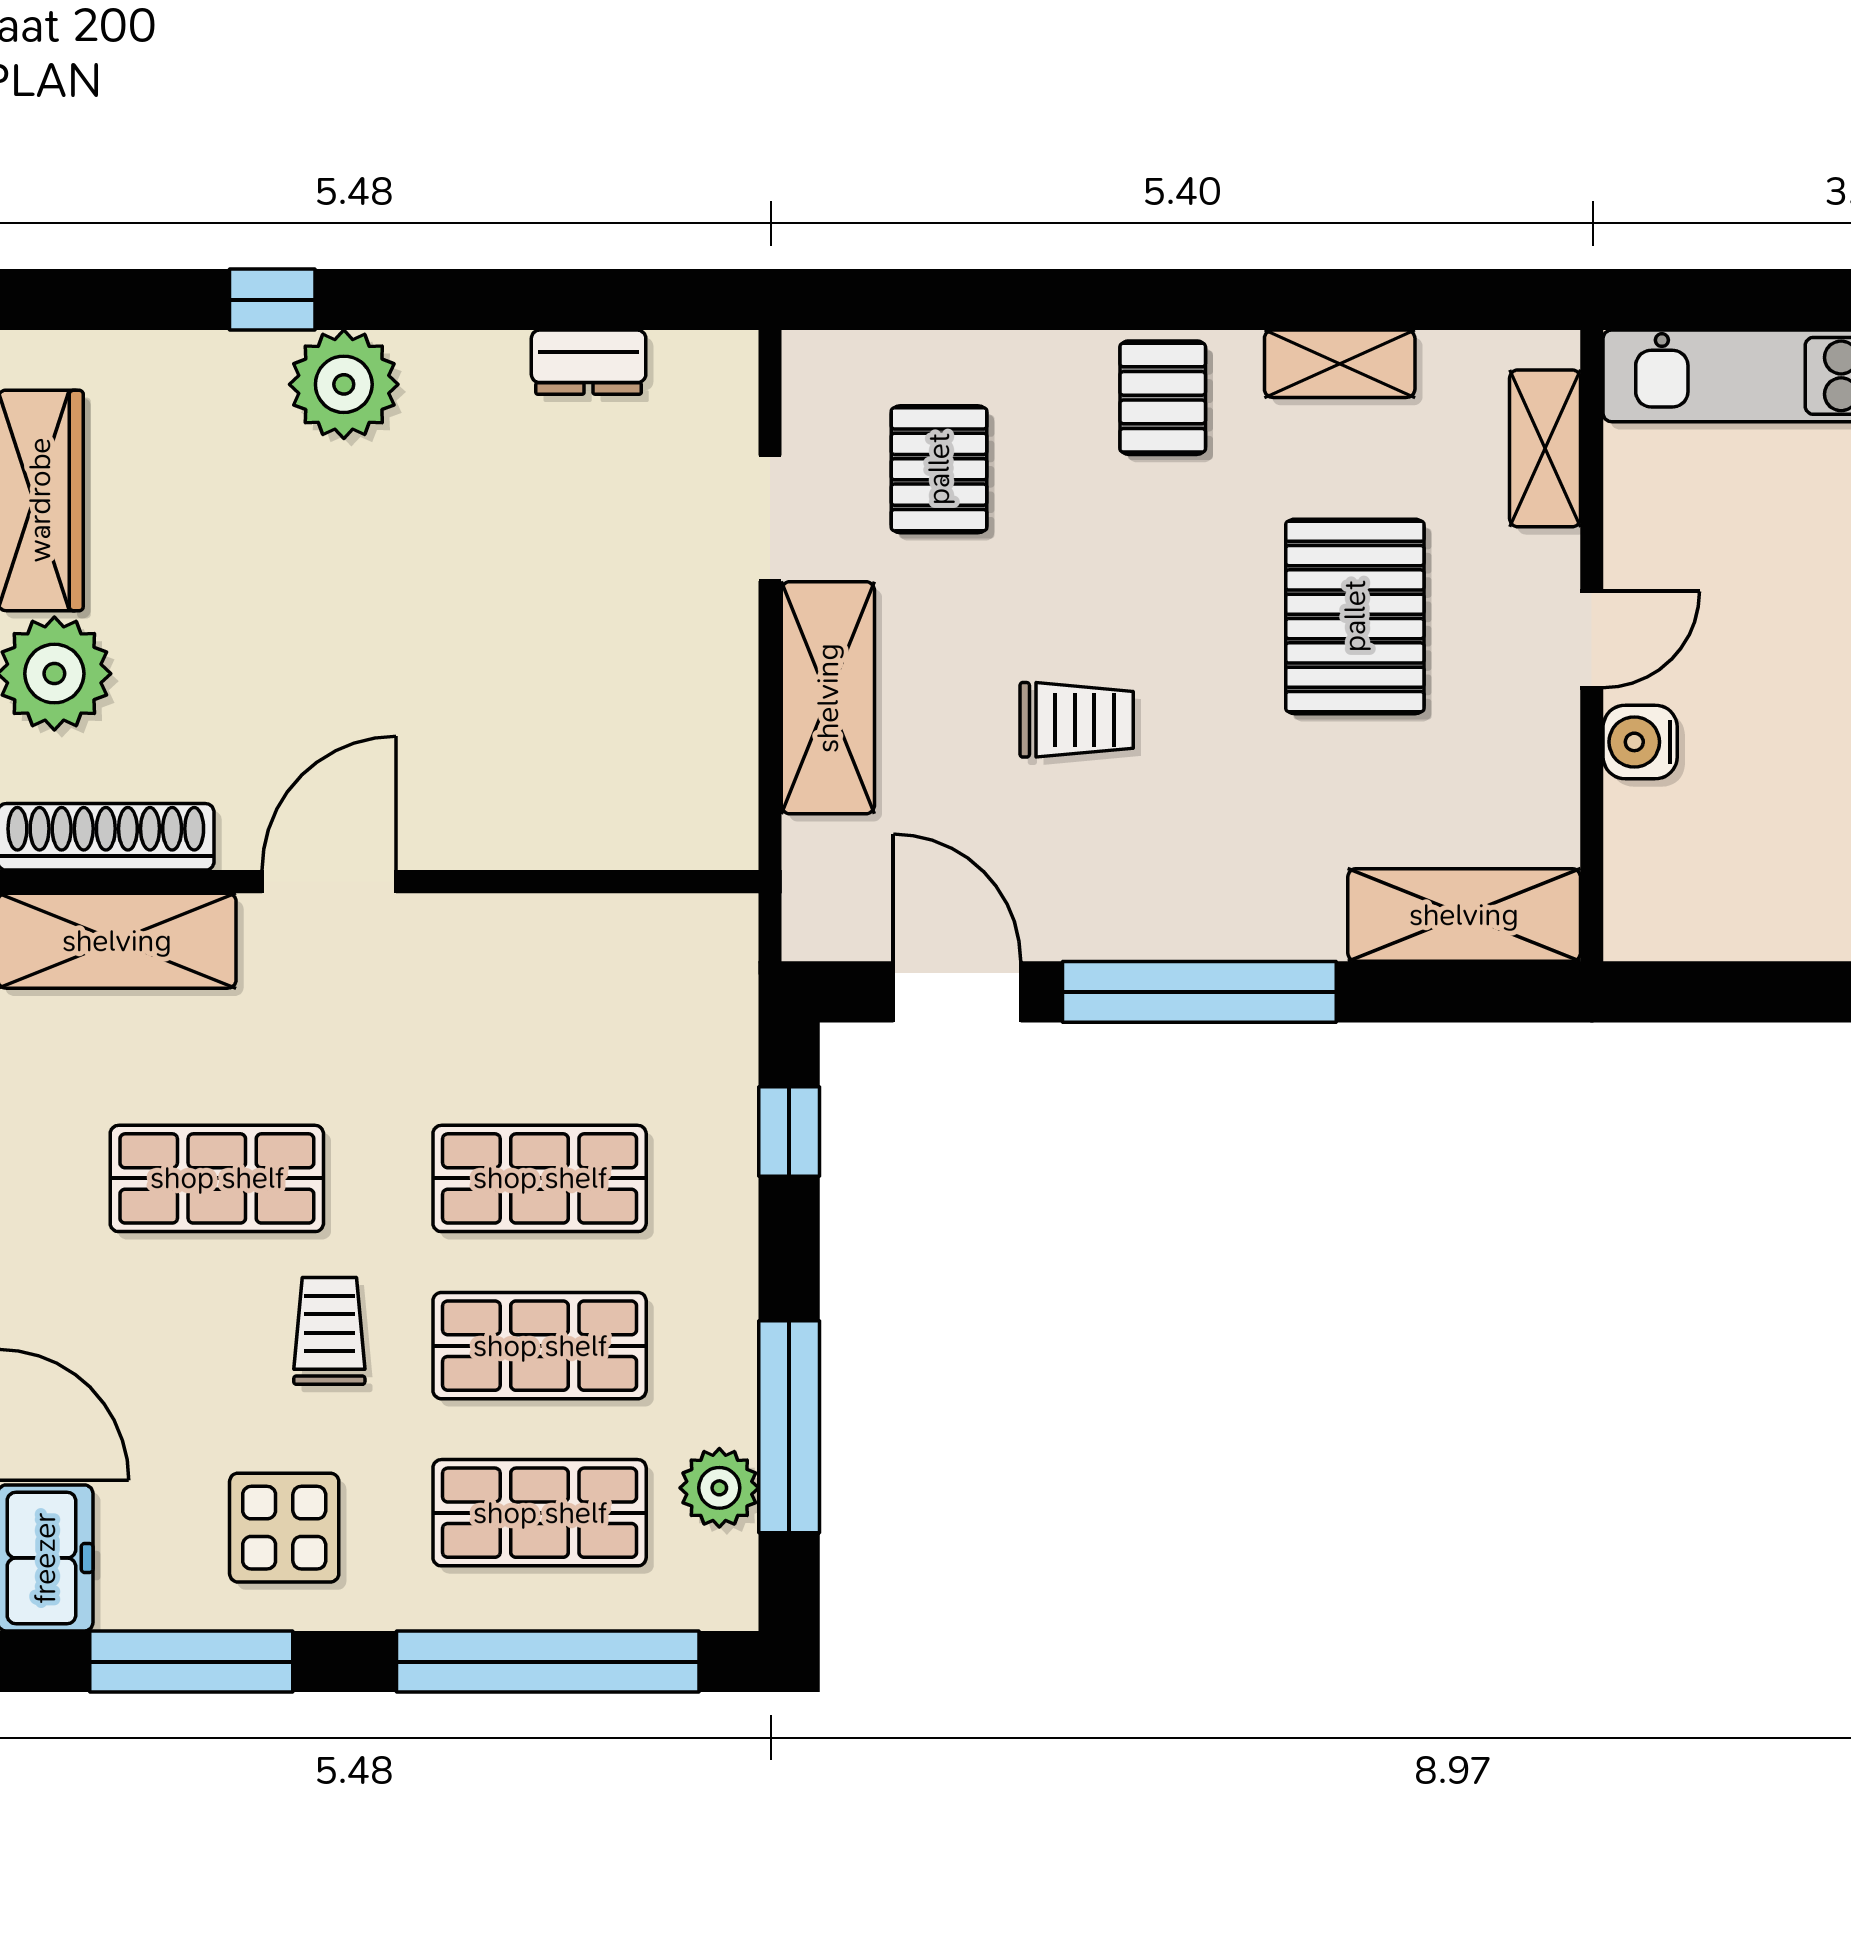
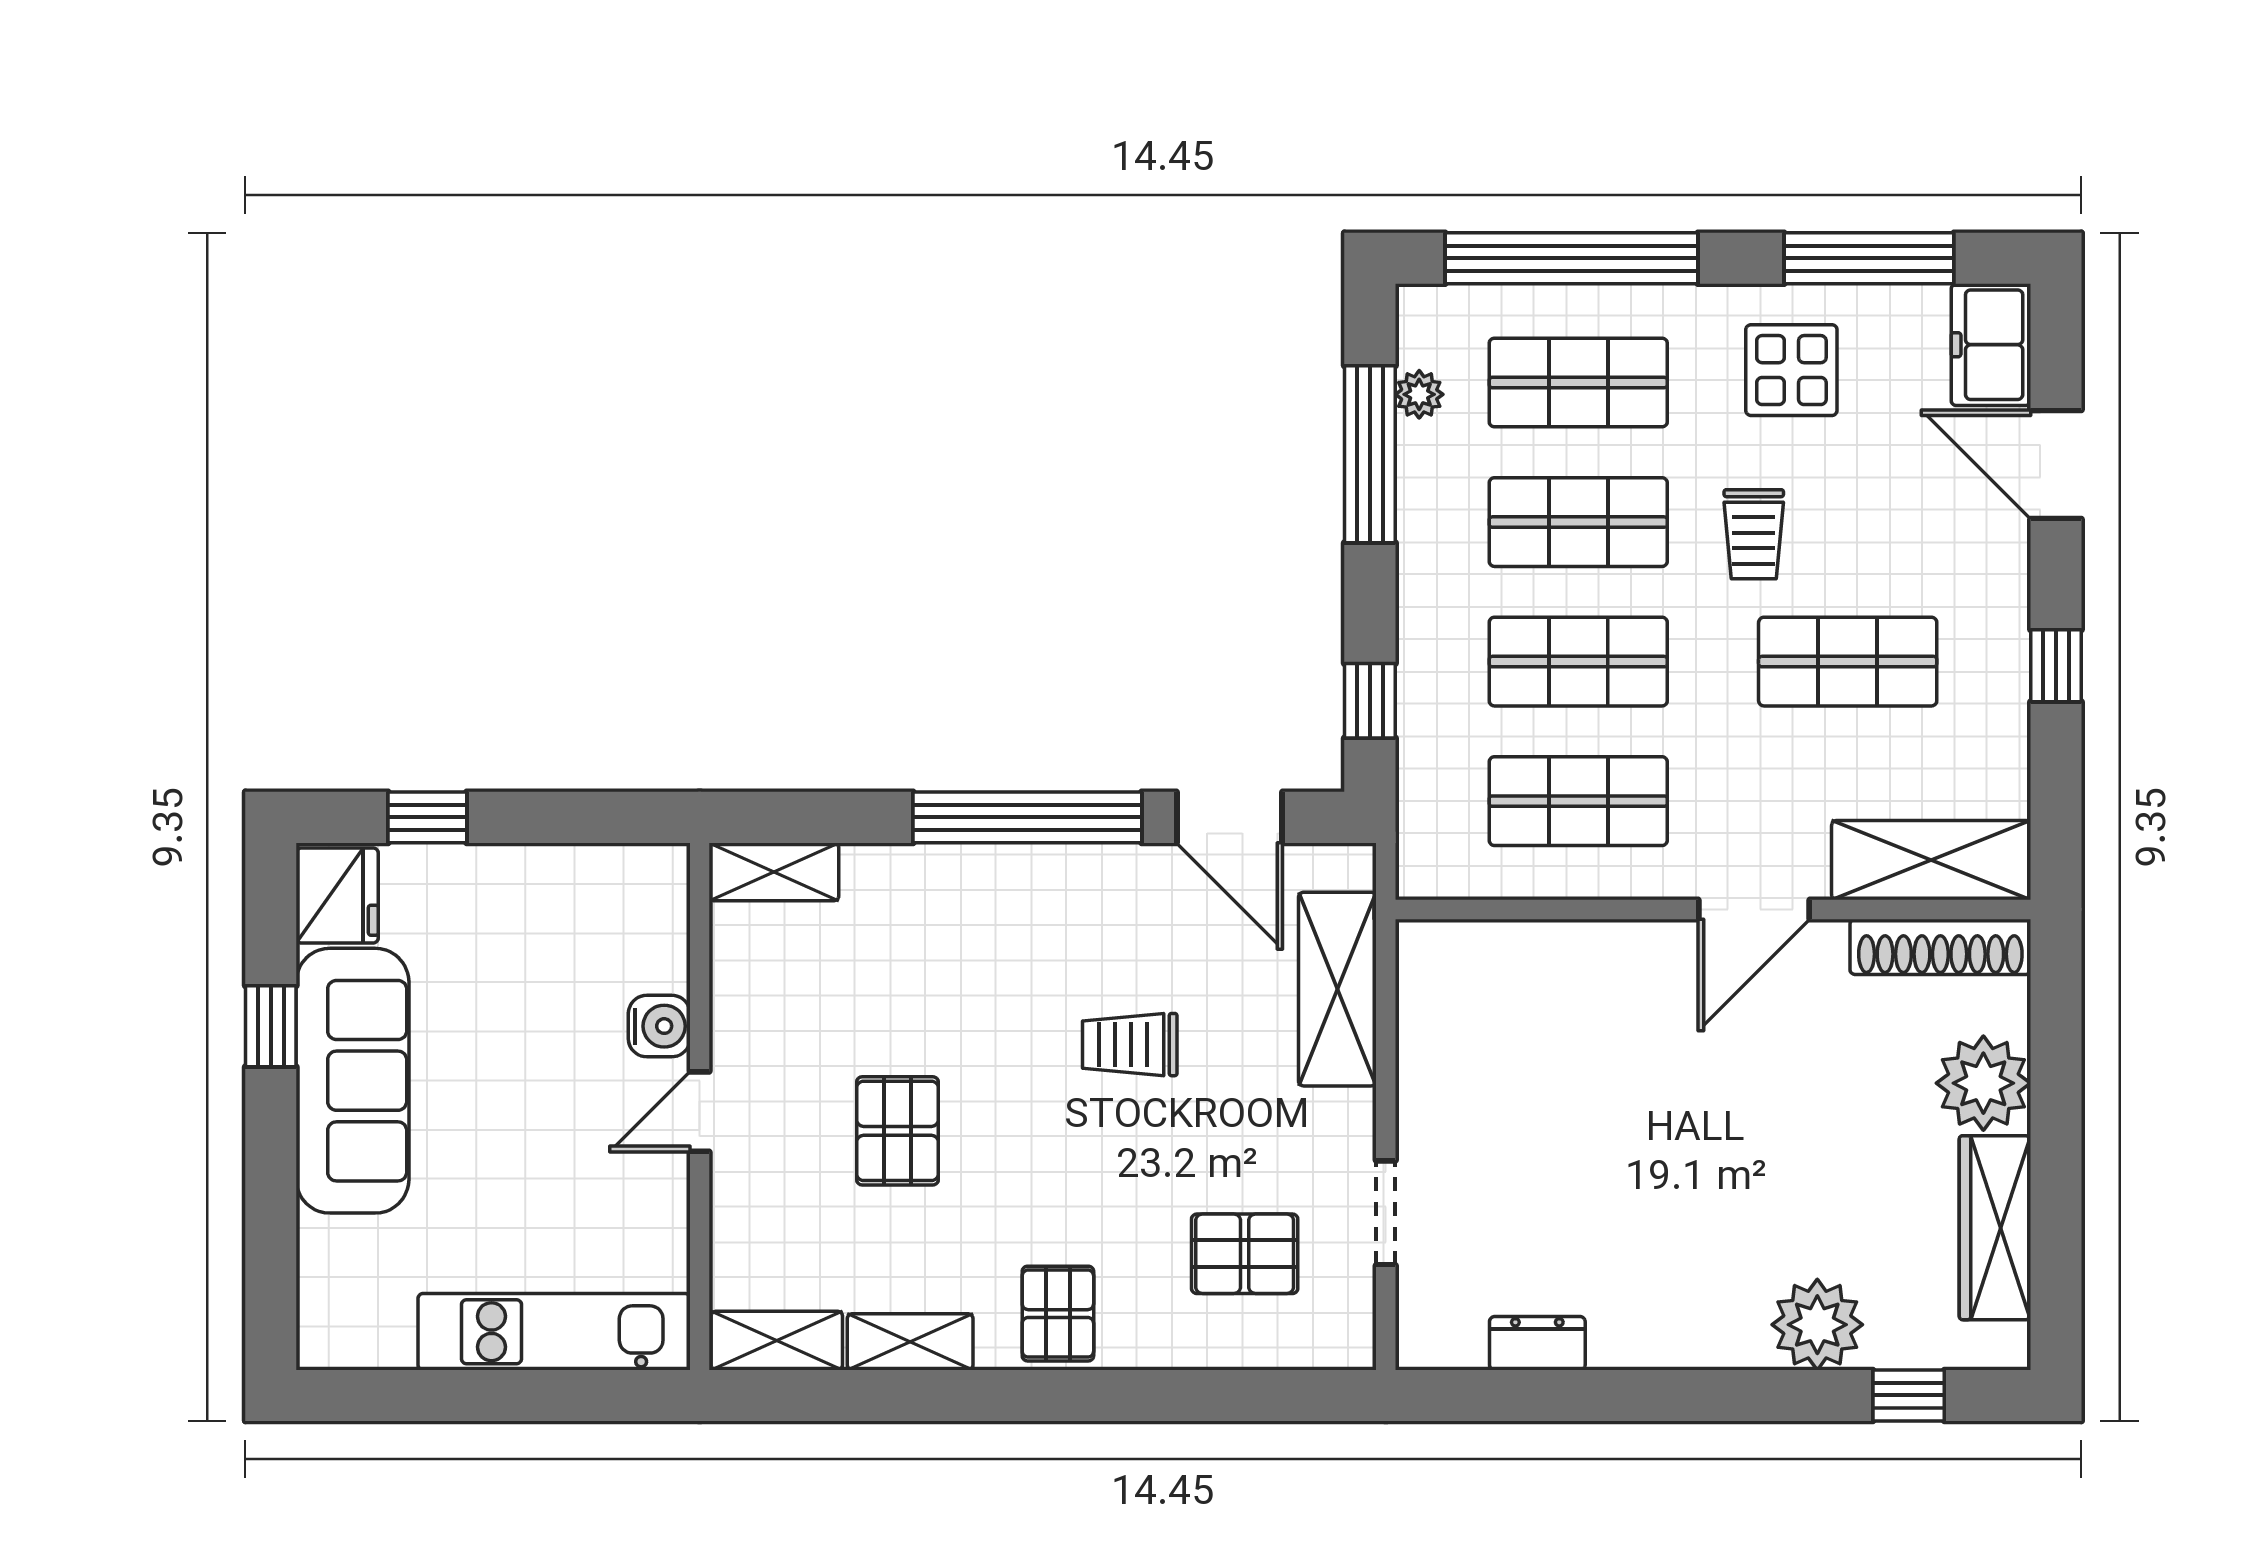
window: (272, 300) -> (1909, 1395), moved
plant: (344, 384) -> (1817, 1325), moved
shelving: (1545, 448) -> (777, 1341), moved, turned 90
pallet: (939, 469) -> (1245, 1254), turned 90
pallet: (1355, 616) -> (897, 1131), width x0.67, depth x0.71
shelving: (828, 698) -> (1337, 989), moved
shelving: (1464, 915) -> (774, 872), width x0.67, depth x0.75
shop shelf: (540, 1011) -> (1578, 801), added
plant: (719, 1488) -> (1419, 394), width x0.73, depth x0.73

